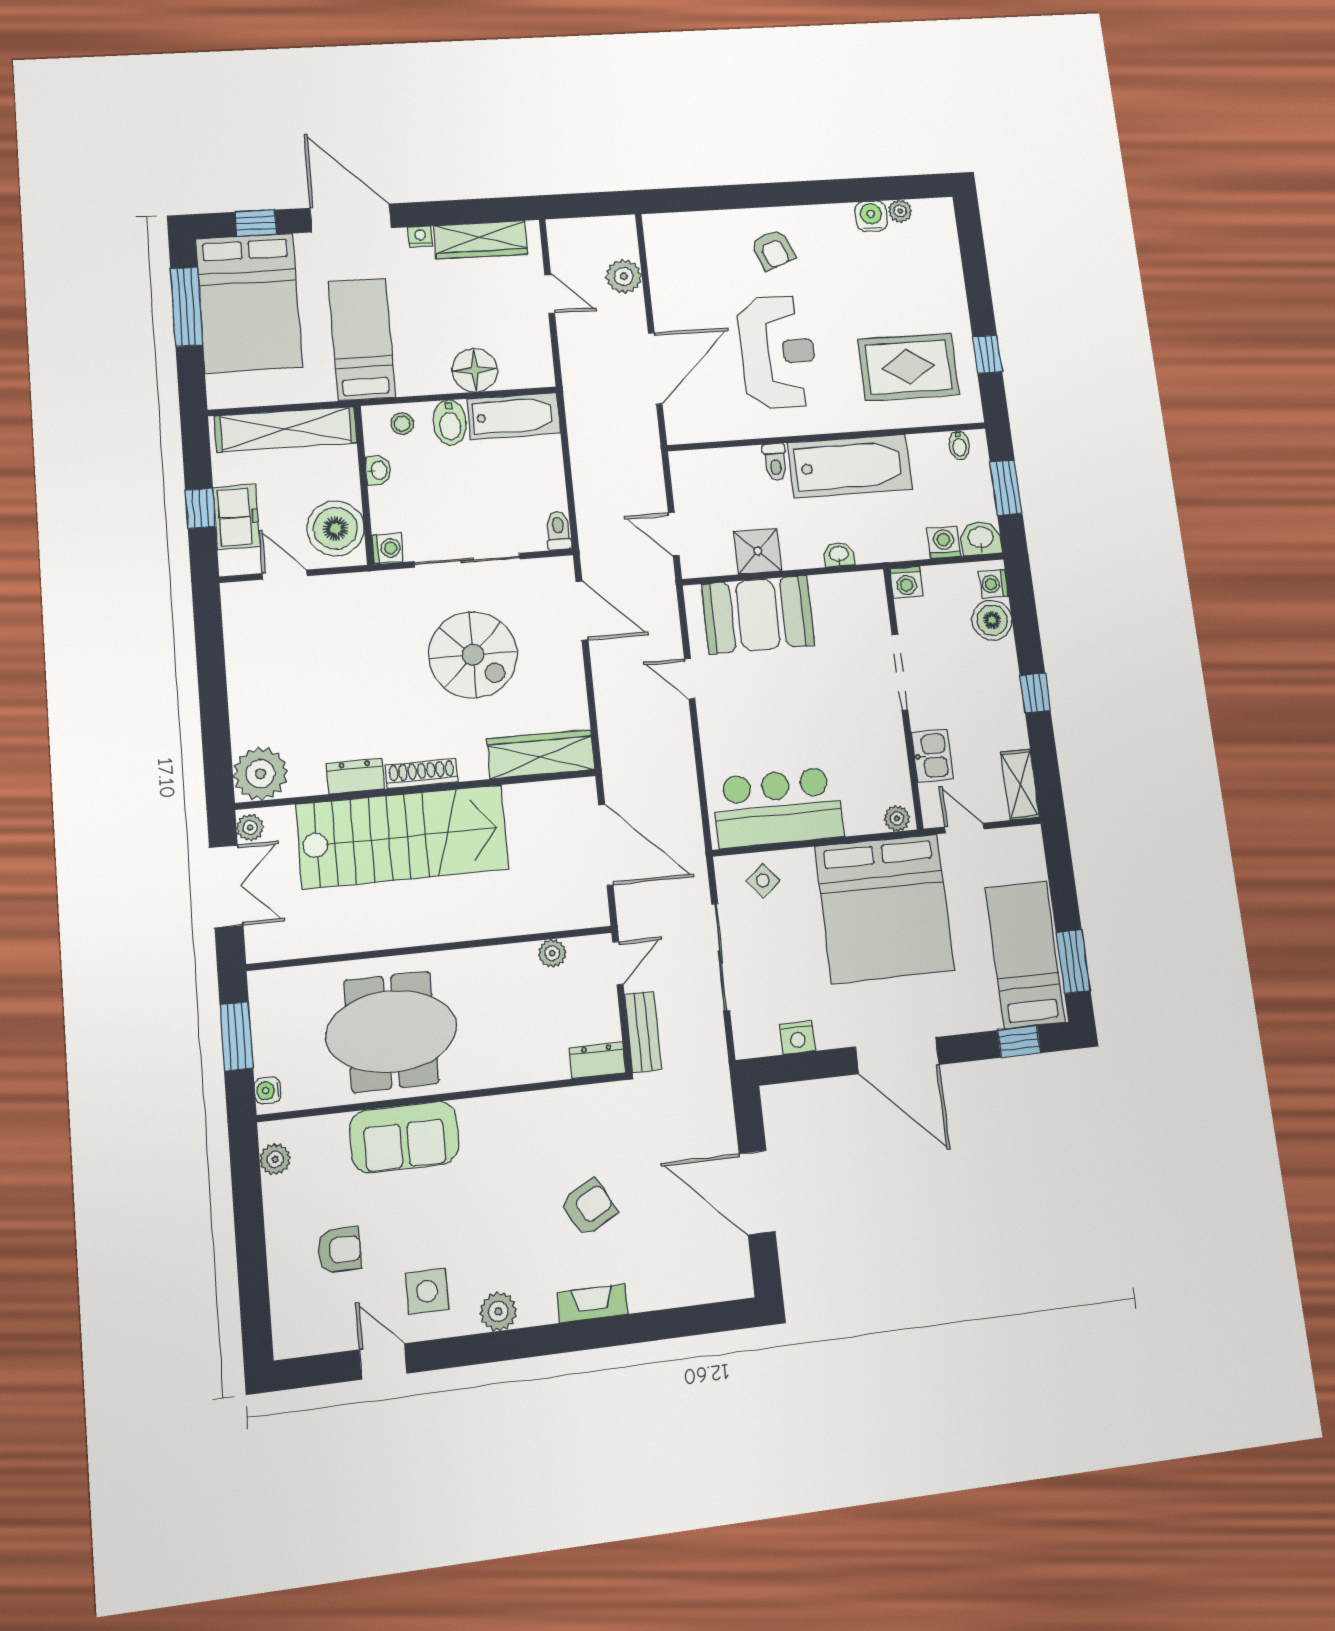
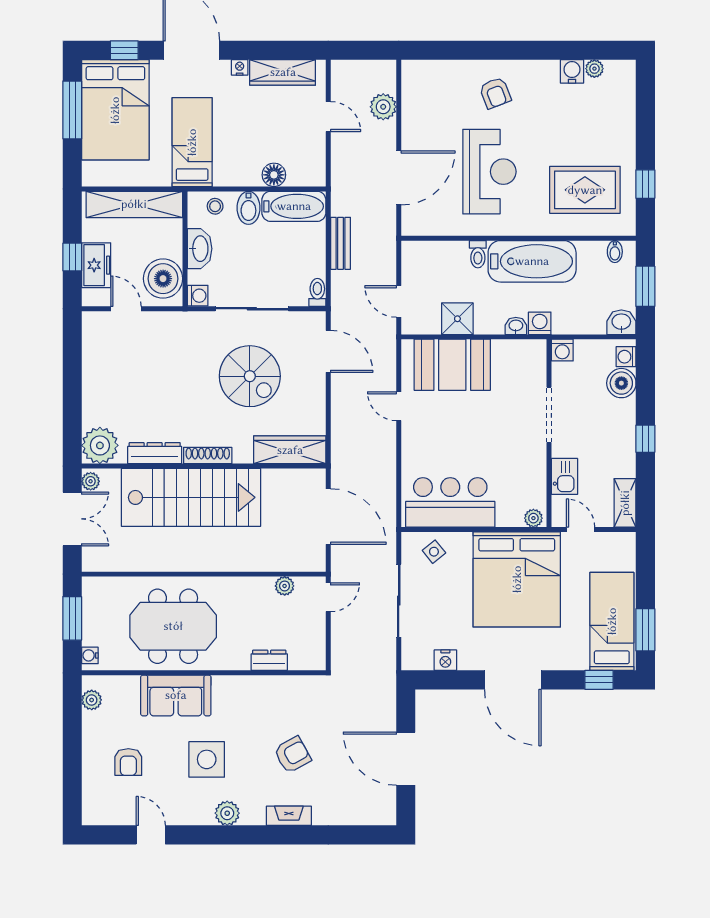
floor lamp: (475, 370) -> (274, 175), width x0.73, depth x0.73
washbasin: (378, 470) -> (200, 249), width x1.91, depth x1.45
washing machine: (944, 542) -> (540, 323), moved
dresser: (355, 776) -> (155, 453), width x1.44
bench: (643, 1032) -> (341, 243), moved
dresser: (597, 1060) -> (269, 660), moved
armchair: (339, 1250) -> (128, 762), turned 90
side table: (427, 1291) -> (207, 759), moved, width x1.37, depth x1.37

